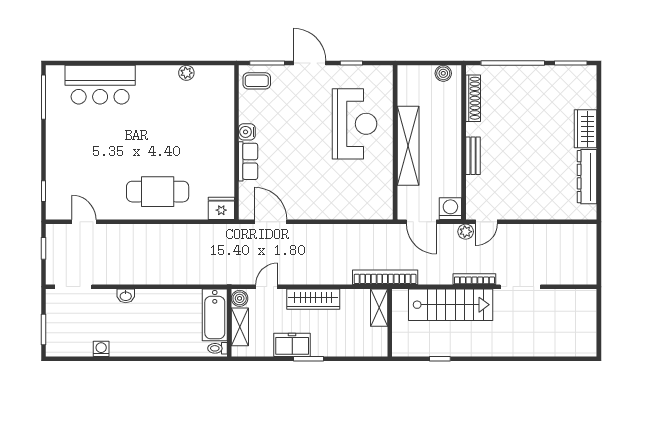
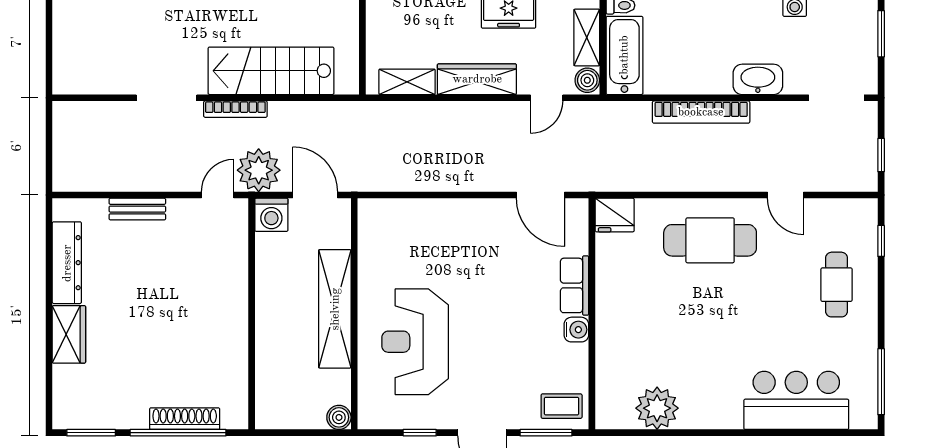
plant: (186, 73) -> (657, 408), width x1.88, depth x1.88
boiler: (443, 73) -> (339, 417), moved
shoe rack: (473, 98) -> (185, 419), moved, turned 90
bench: (473, 156) -> (137, 209), moved, turned 90
cafe table: (73, 162) -> (837, 285), added
door: (84, 222) -> (786, 195), moved
plant: (466, 232) -> (259, 170), width x1.88, depth x1.88
bookcase: (385, 277) -> (701, 112), moved
washbasin: (126, 296) -> (758, 79), width x1.91, depth x1.45
shelving: (379, 308) -> (407, 82), moved, turned 90

